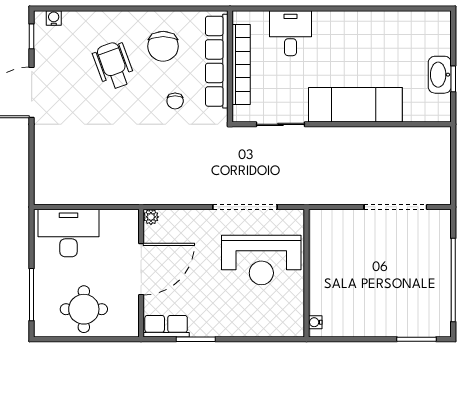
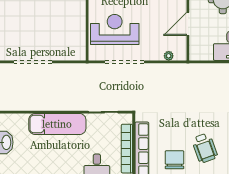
chair: (175, 101) -> (167, 126), removed
plant: (151, 217) -> (169, 56), moved
door: (141, 269) -> (188, 24), width x0.73

